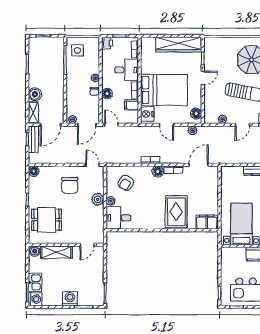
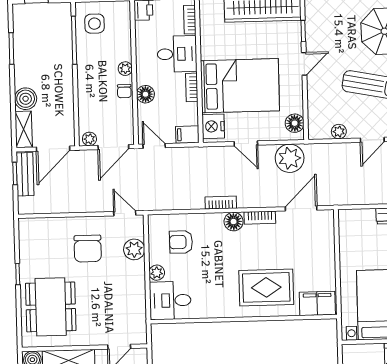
filing cabinet: (131, 105) -> (187, 135), moved
plant: (192, 130) -> (290, 158), width x1.87, depth x1.87
floor lamp: (34, 171) -> (27, 227), removed
armchair: (126, 183) -> (181, 242), turned 59
plant: (98, 199) -> (134, 249), moved
rug: (176, 212) -> (266, 287), turned 90
dining table: (47, 220) -> (51, 307), width x1.38

